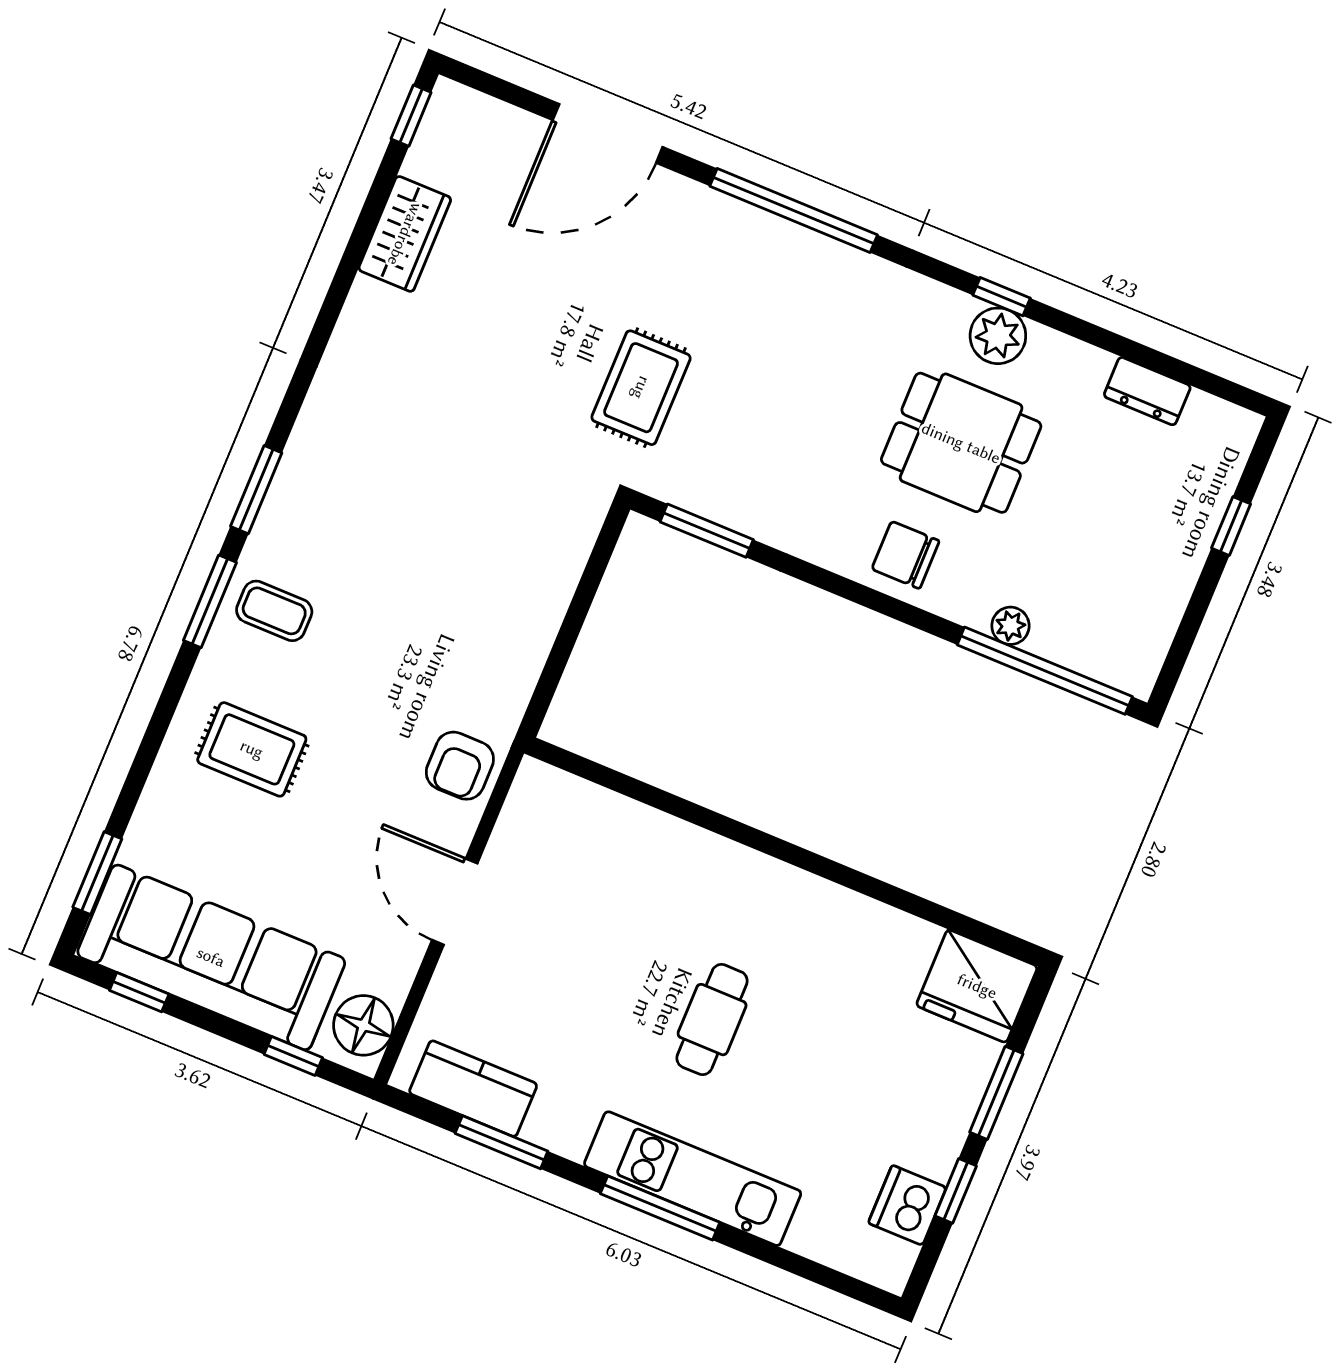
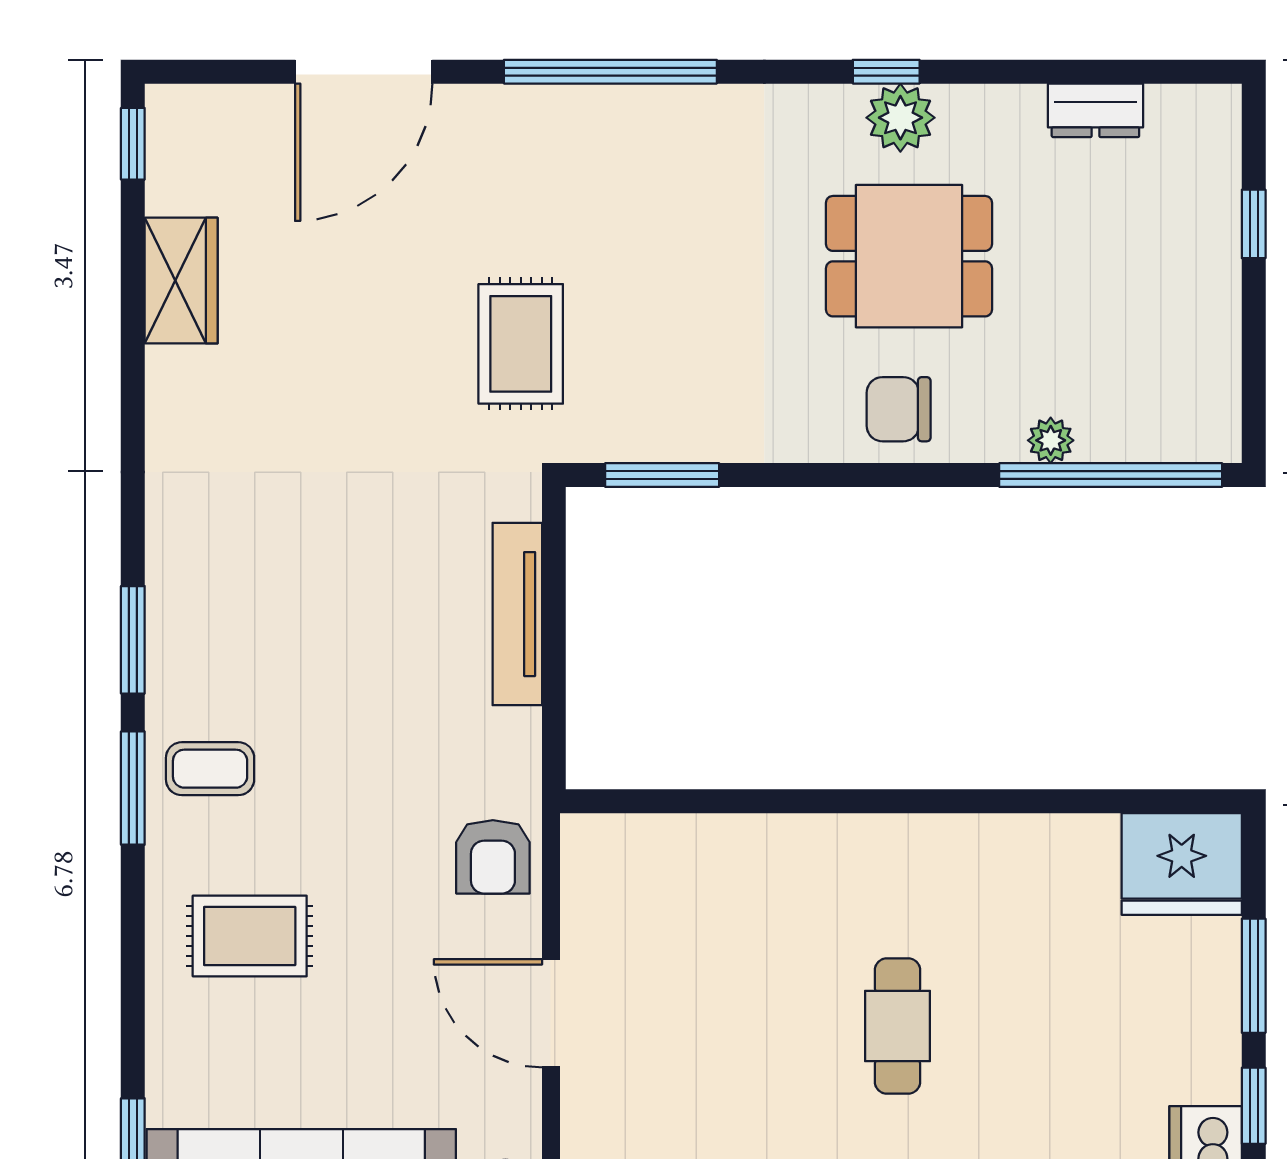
tv unit: (554, 590) -> (517, 614), added

